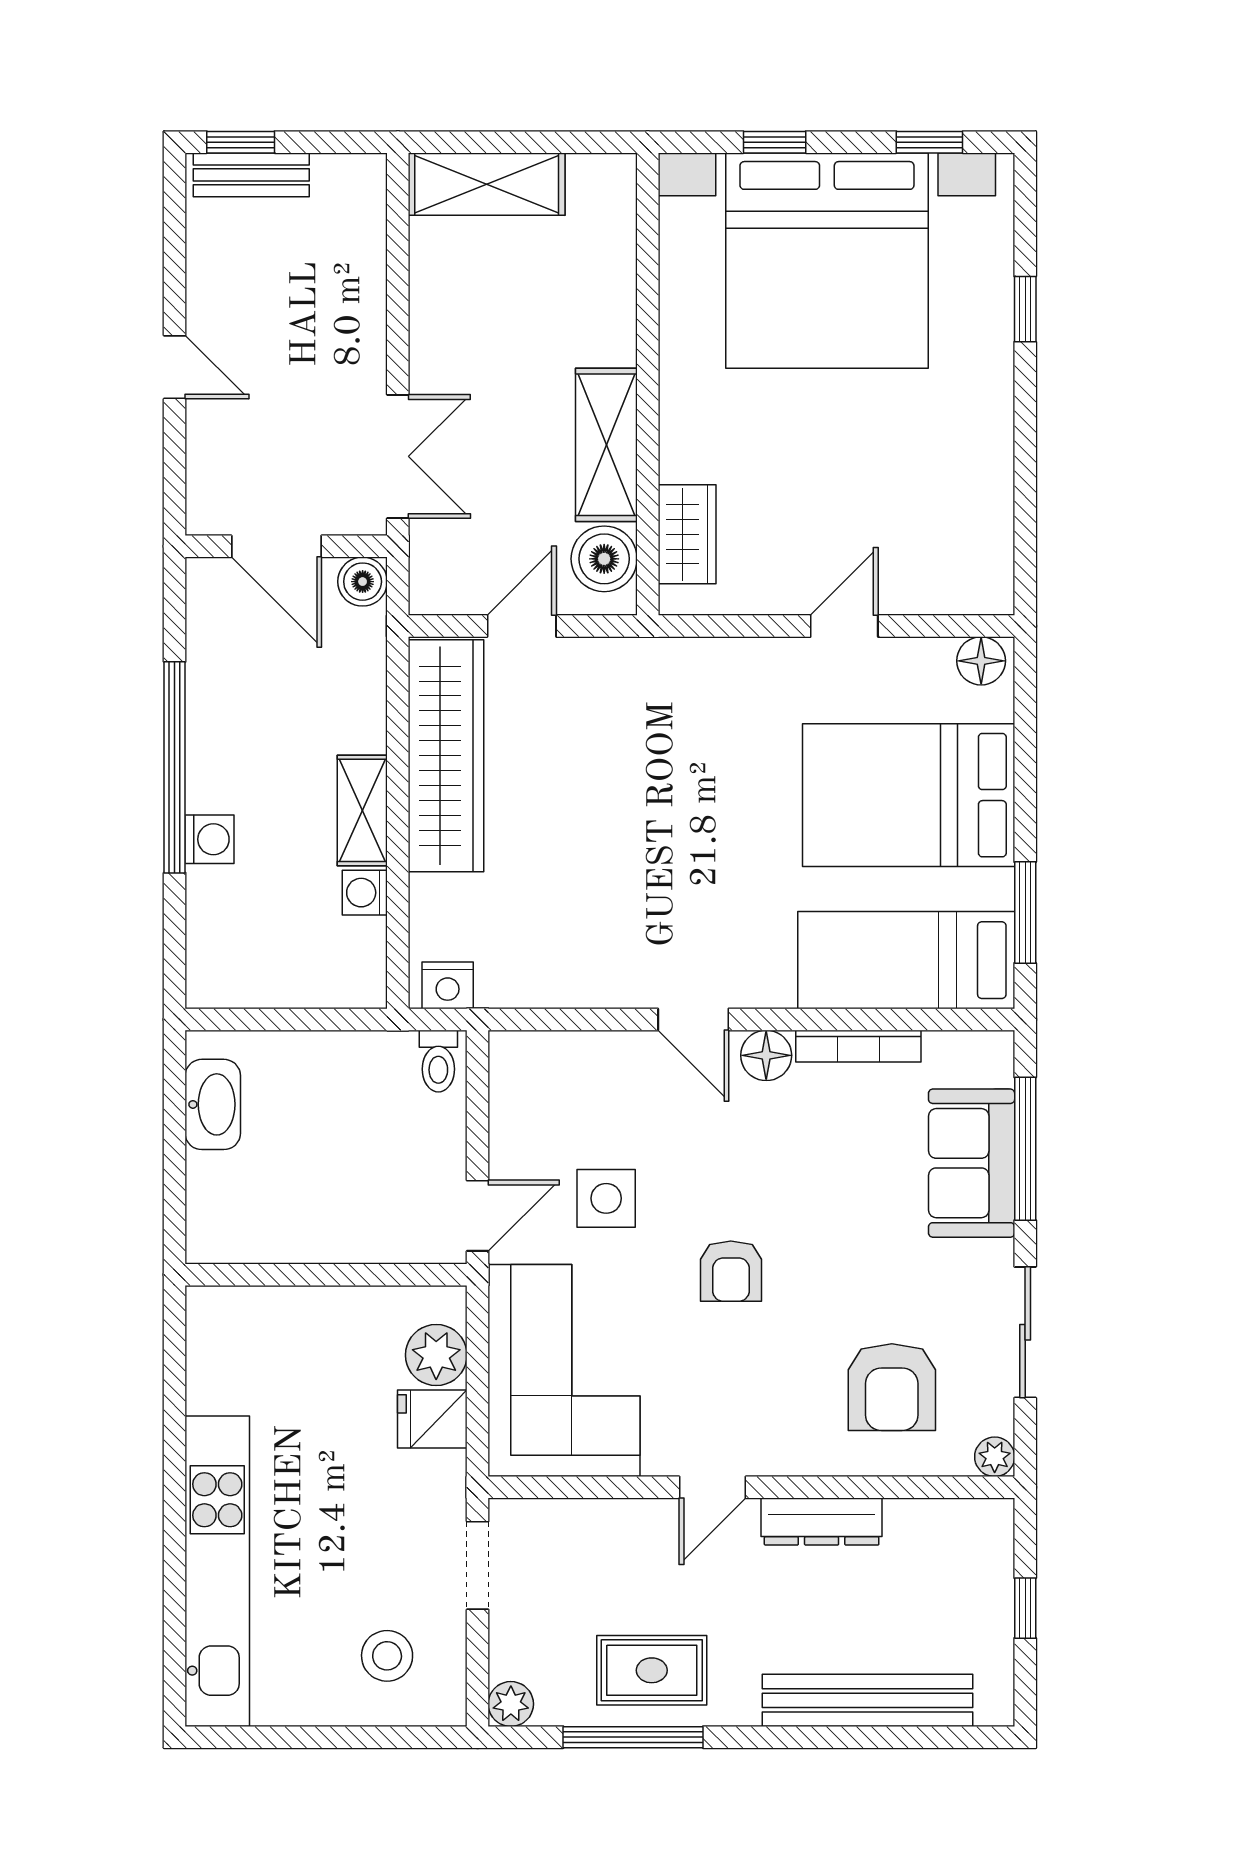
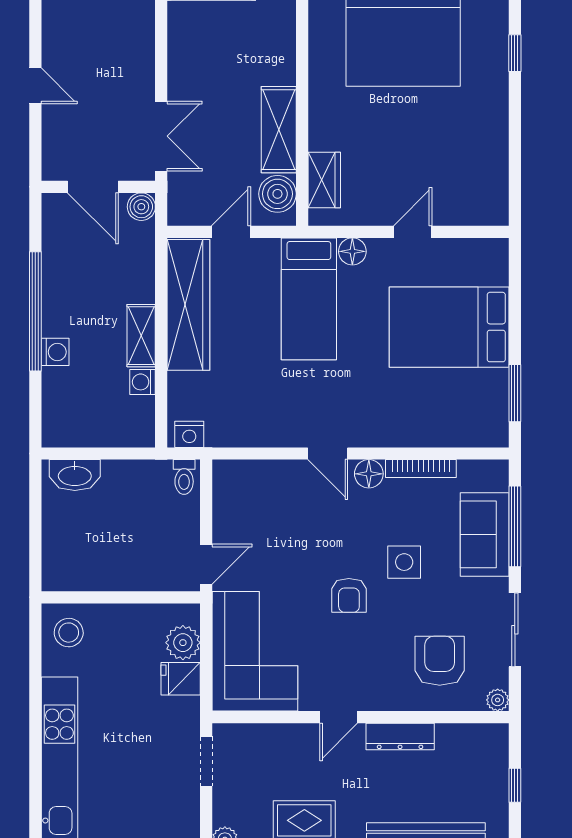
floor lamp: (981, 661) -> (352, 251), moved
bed: (906, 960) -> (309, 299), moved, turned -90
washbasin: (213, 1104) -> (75, 475), moved, turned 90
side table: (606, 1198) -> (404, 562), moved
armchair: (892, 1387) -> (440, 661), turned 180
stool: (387, 1656) -> (69, 633), moved

